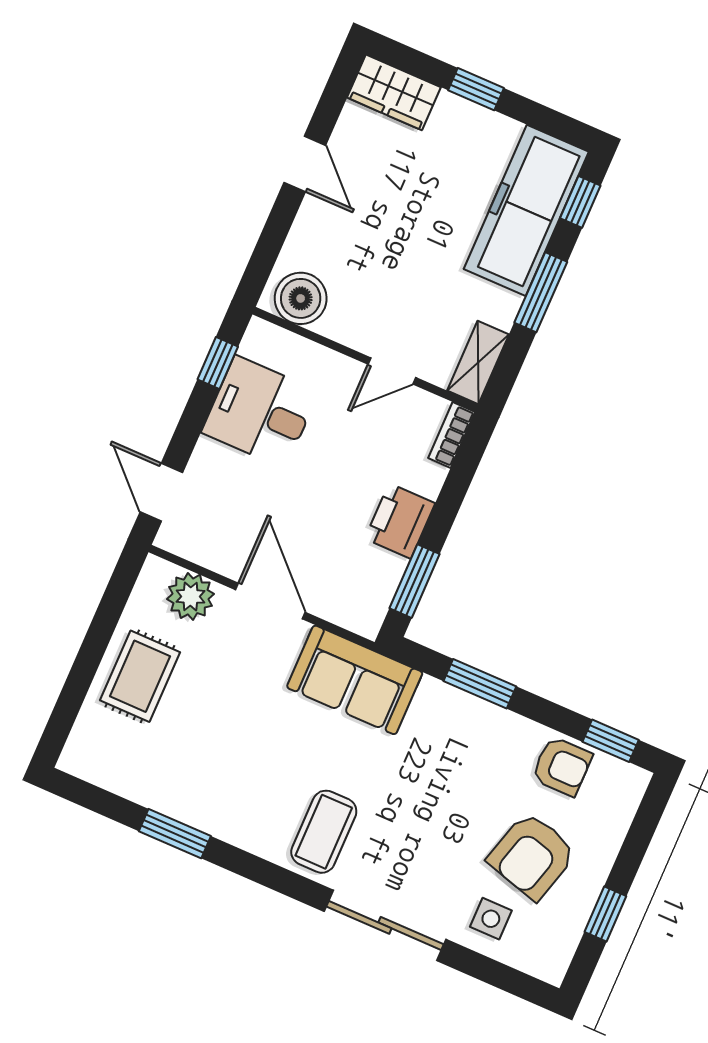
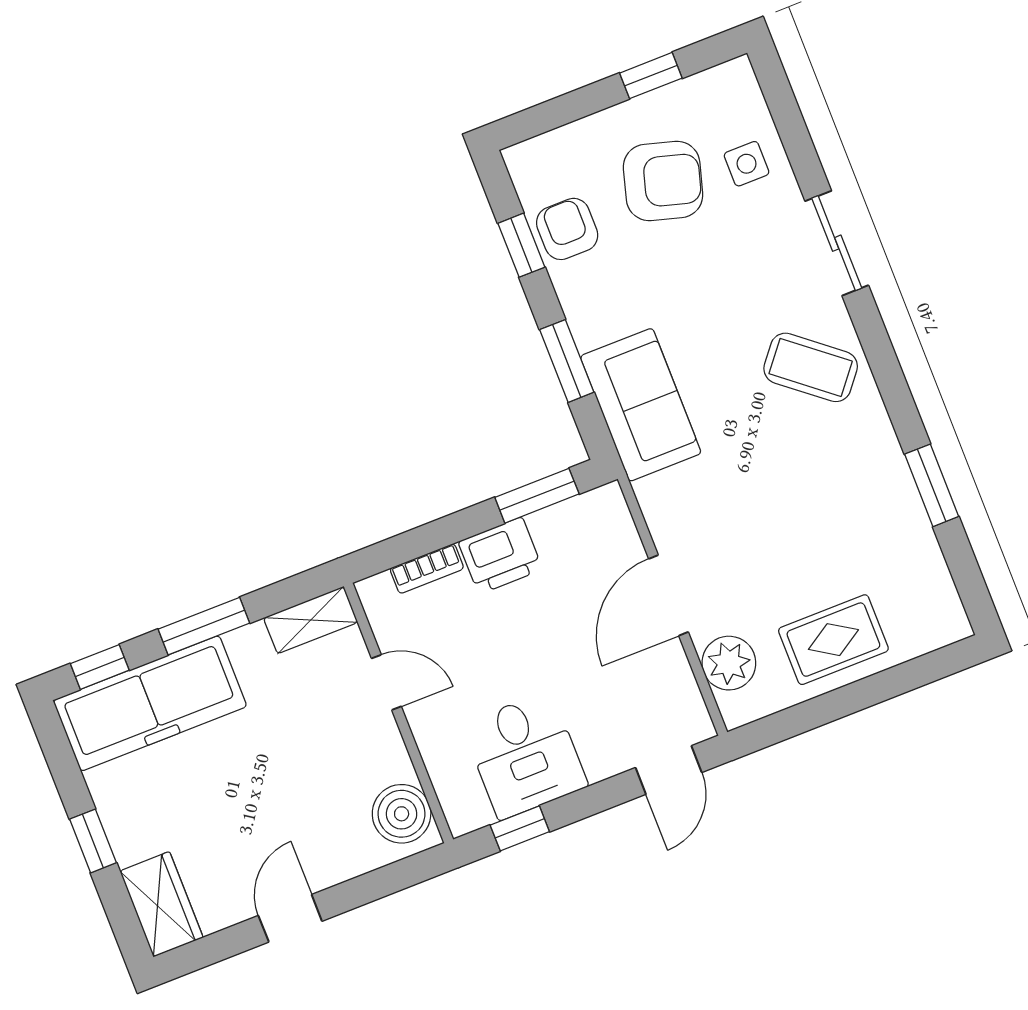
bookcase: (452, 435) -> (427, 569), moved
sofa: (355, 680) -> (641, 405), moved
window: (611, 741) -> (521, 245), moved
coffee table: (324, 832) -> (811, 367), turned 39
sliding door: (385, 925) -> (837, 243), width x0.73

